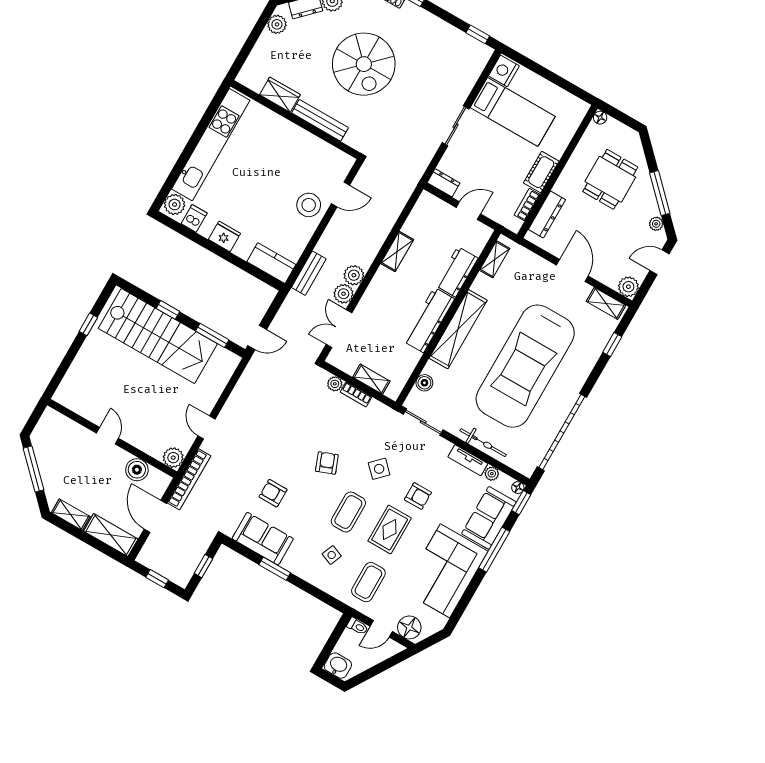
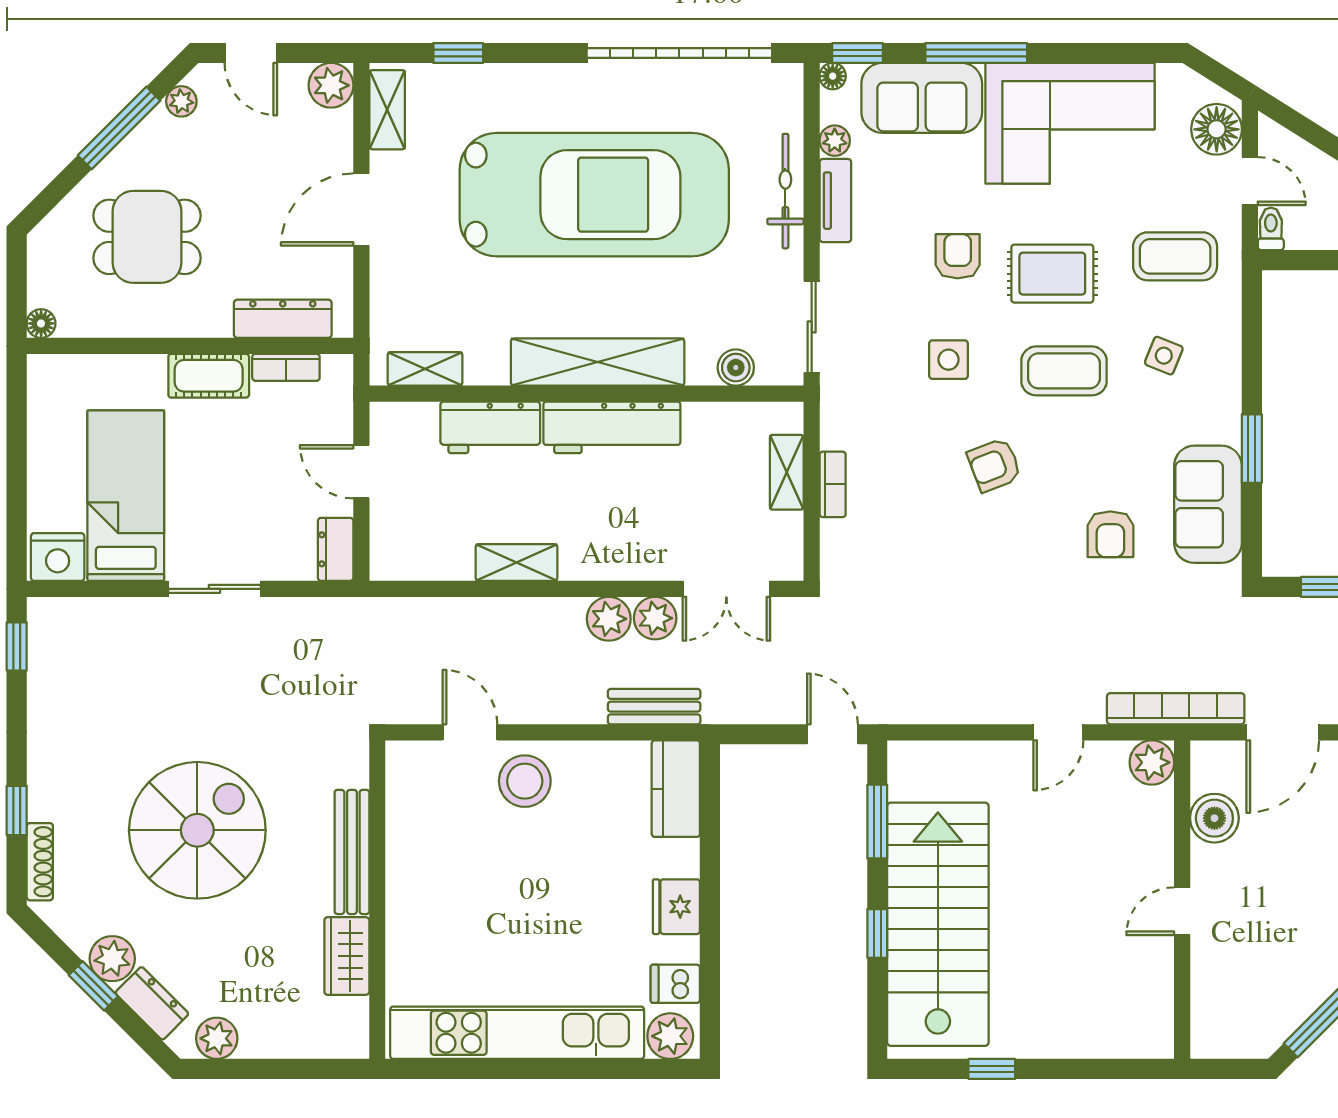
plant: (335, 384) -> (836, 536), removed
side table: (379, 469) -> (949, 360), turned 45

